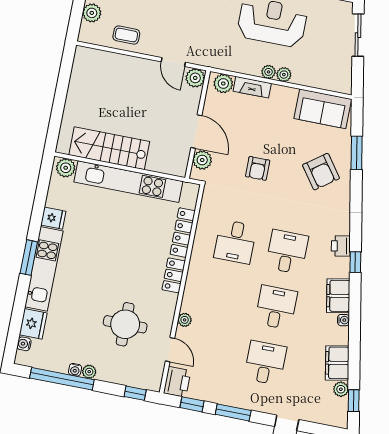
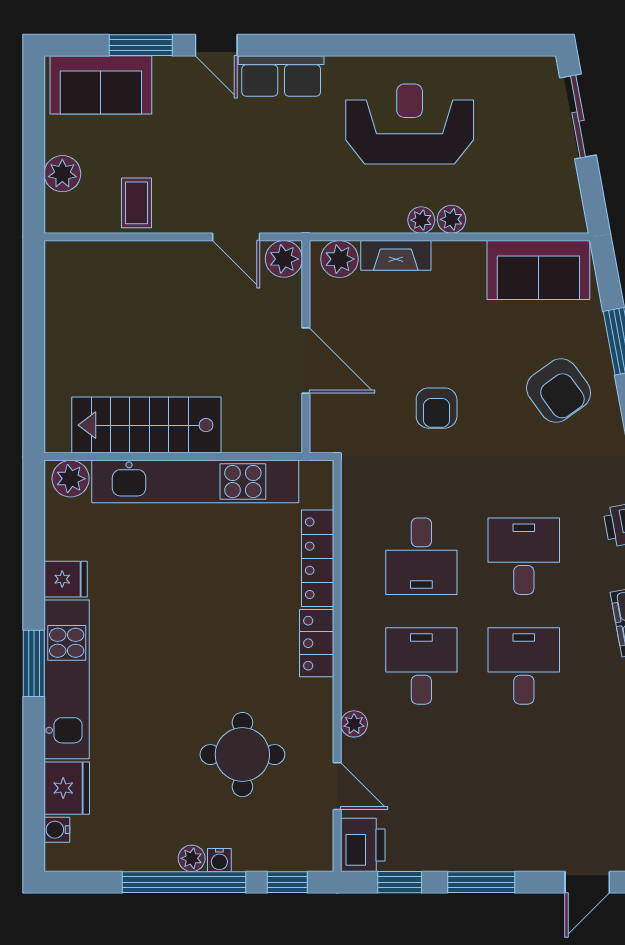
coffee table: (126, 35) -> (137, 203), turned 90
plant: (202, 160) -> (328, 413), removed
desk: (265, 363) -> (421, 666), moved
water cooler: (75, 370) -> (219, 860), moved
window: (62, 379) -> (184, 882), moved

